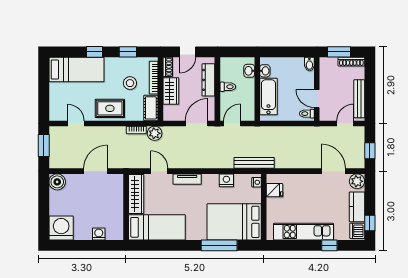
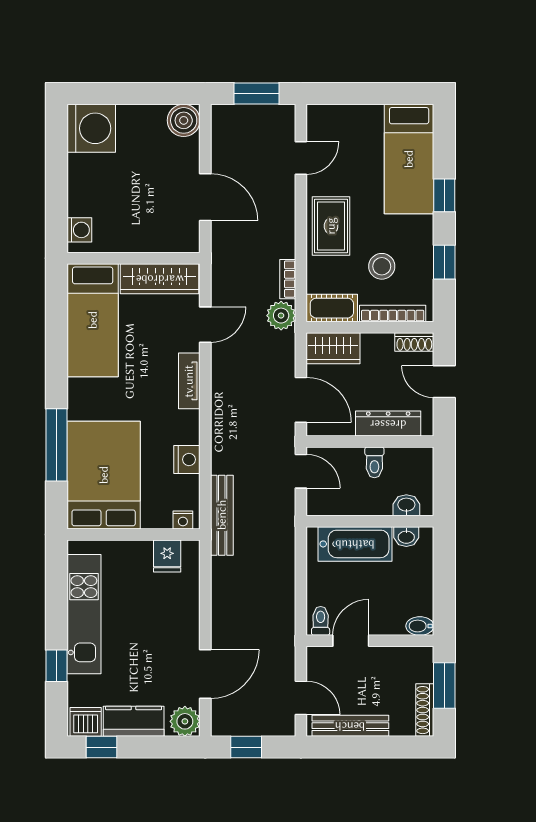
wardrobe: (171, 91) -> (333, 348), moved
washing machine: (99, 234) -> (79, 230), moved

